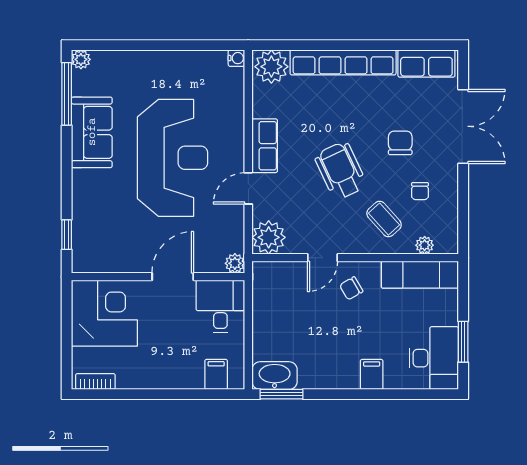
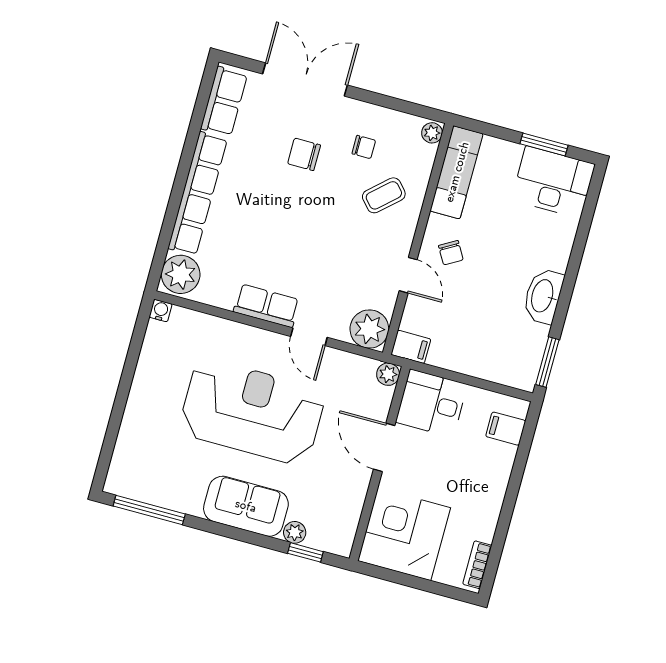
plant: (81, 59) -> (295, 532), moved
sofa: (92, 132) -> (246, 506), moved
wheelchair: (341, 171) -> (317, 229), removed
plant: (425, 245) -> (432, 133), moved
filing cabinet: (372, 374) -> (411, 347), moved, turned 180
washbasin: (275, 376) -> (543, 296), moved

